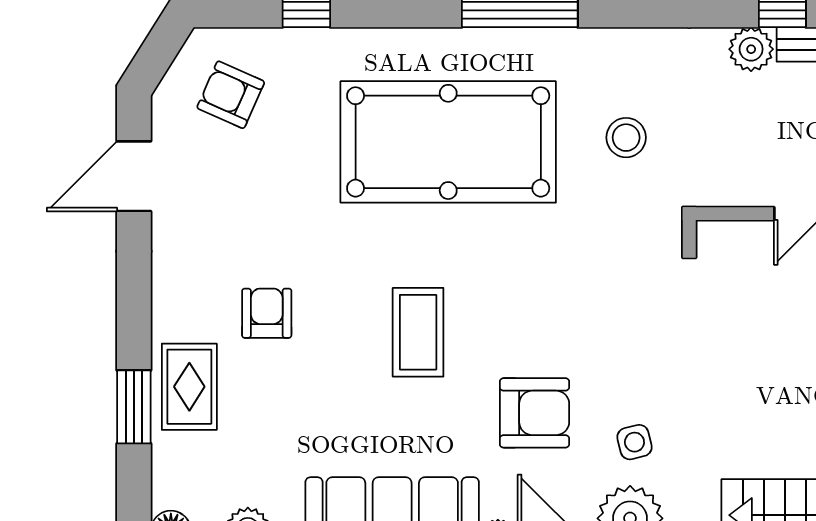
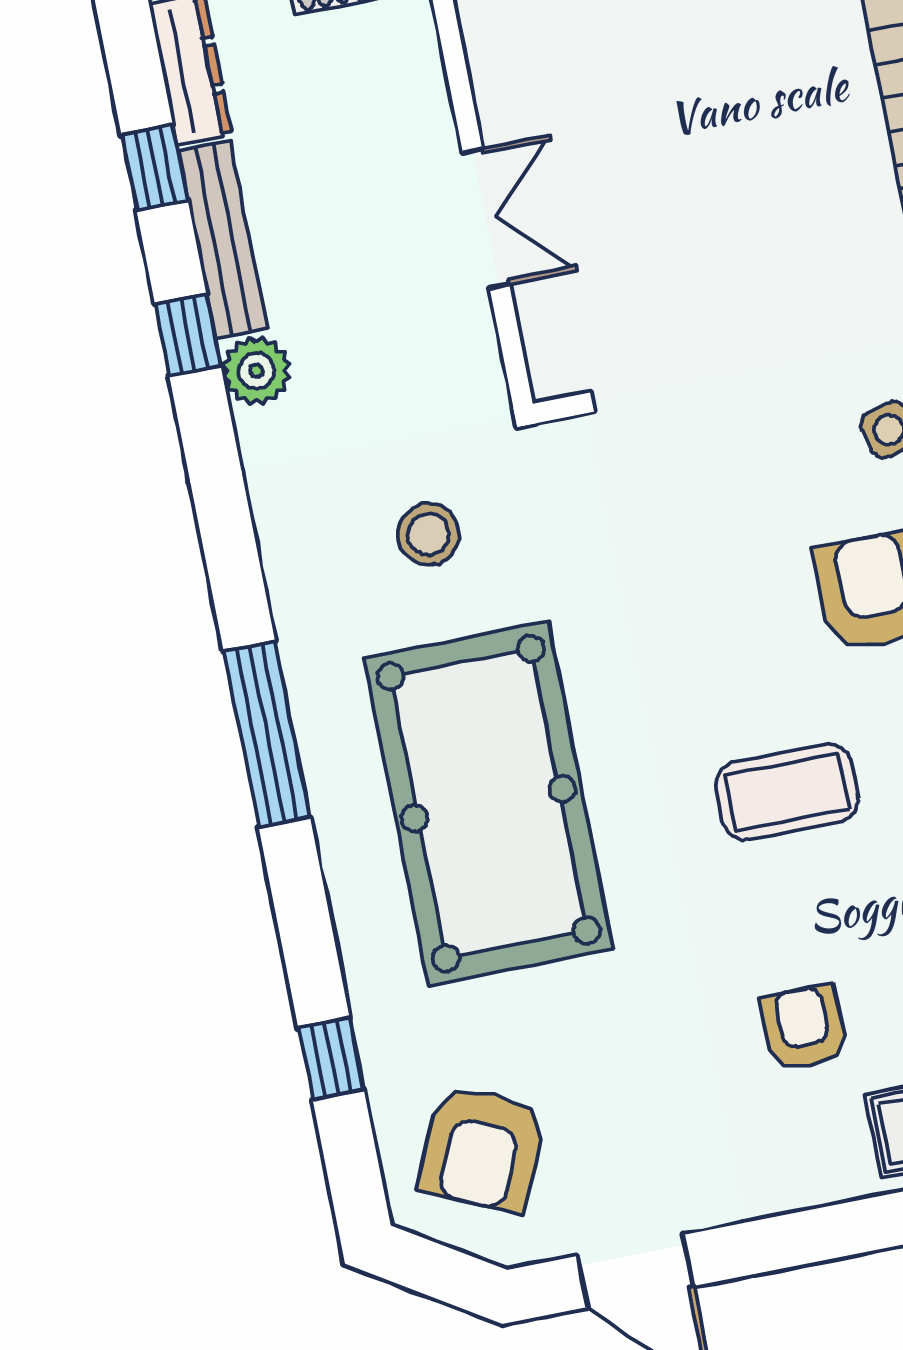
armchair: (231, 95) -> (482, 1148), width x1.38, depth x1.38
armchair: (267, 313) -> (804, 1028), turned 90

